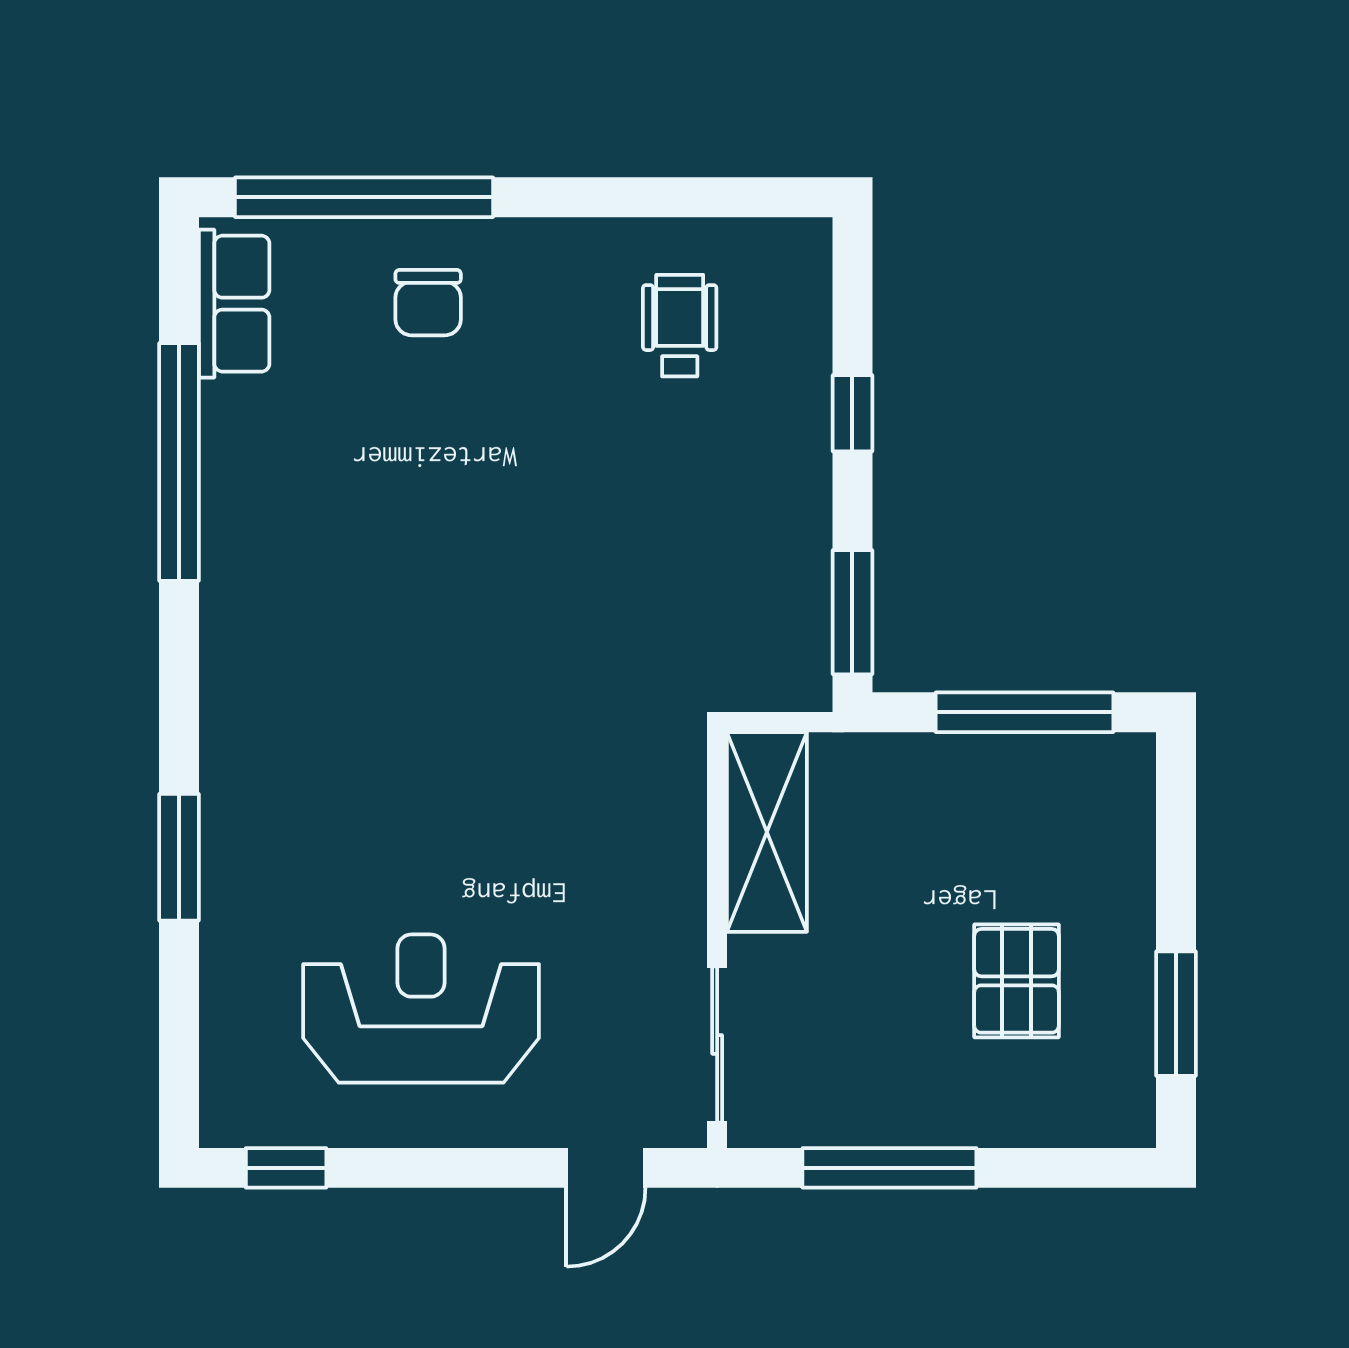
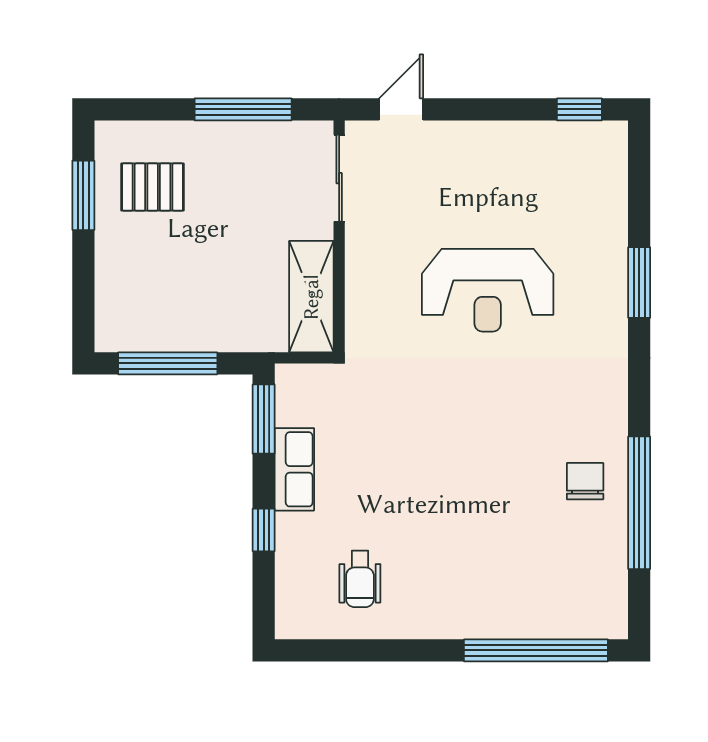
chair: (428, 303) -> (585, 481), moved
row of seats: (234, 304) -> (294, 469), moved, turned 180
pallet: (1017, 981) -> (153, 187), moved, turned 90
reception desk: (421, 1009) -> (488, 290), moved

